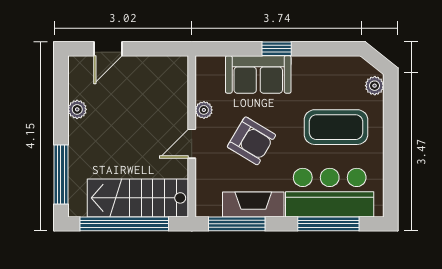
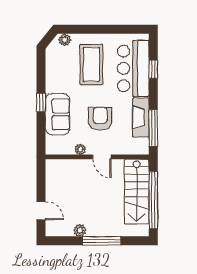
armchair: (251, 141) -> (100, 119), turned -31
window: (61, 174) -> (102, 241), moved
window: (328, 224) -> (153, 69), width x0.46

